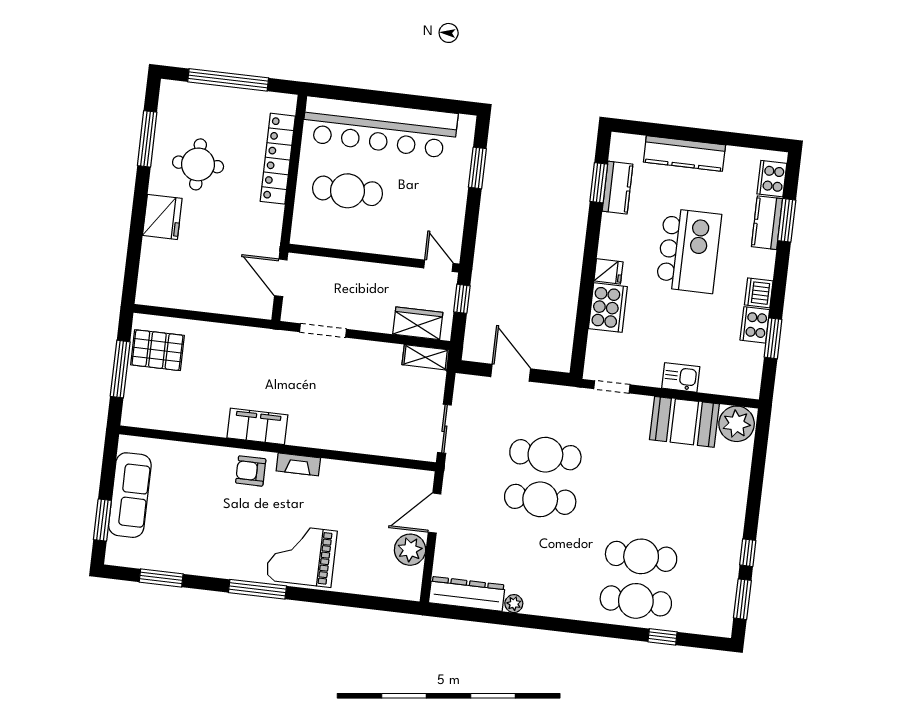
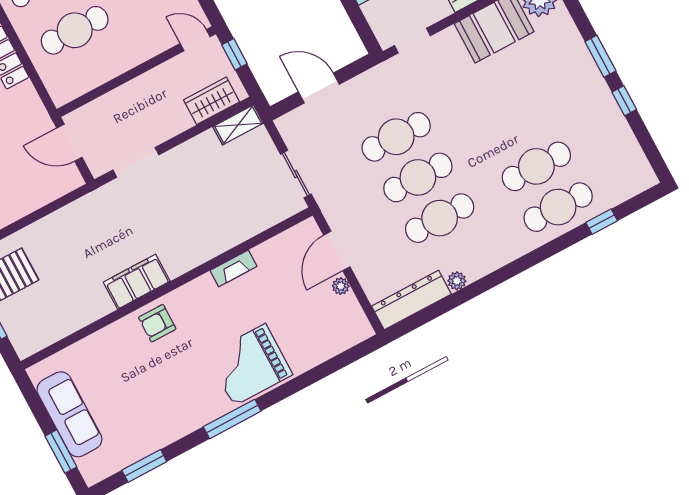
fireplace: (298, 464) -> (233, 268), moved
cafe table: (535, 544) -> (440, 218), added
plant: (410, 550) -> (341, 286), width x0.53, depth x0.53
window: (742, 599) -> (600, 56), moved

